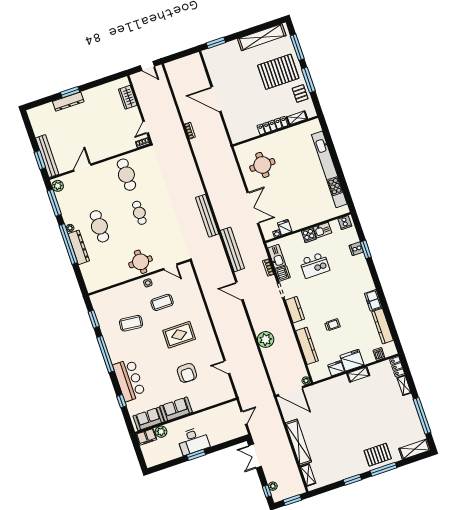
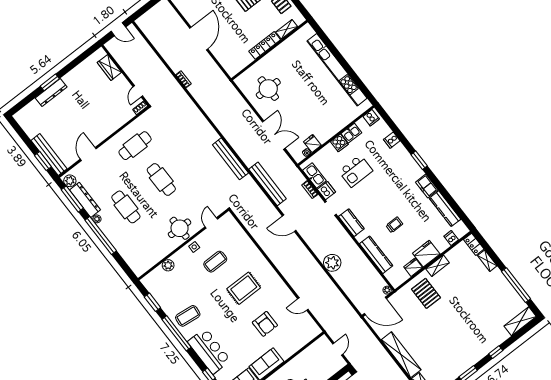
door: (216, 99) -> (199, 39), swing flipped
cafe table: (126, 175) -> (135, 146), turned 90
cafe table: (139, 213) -> (161, 179), width x1.37, depth x1.35
dresser: (79, 247) -> (85, 200), moved
window: (366, 249) -> (419, 160), moved
door: (170, 267) -> (211, 223), swing flipped
plant: (119, 291) -> (168, 265), added
coffee table: (131, 323) -> (188, 316), moved
pallet: (378, 455) -> (426, 293), moved, turned 90
window: (383, 469) -> (496, 352), width x0.46

